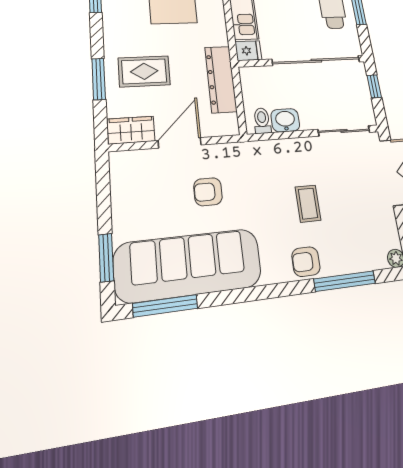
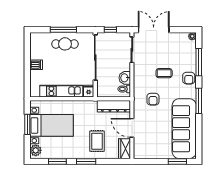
window: (99, 79) -> (86, 161), moved
dresser: (221, 79) -> (114, 106), moved
armchair: (208, 192) -> (153, 99), moved
window: (165, 306) -> (199, 101), moved

